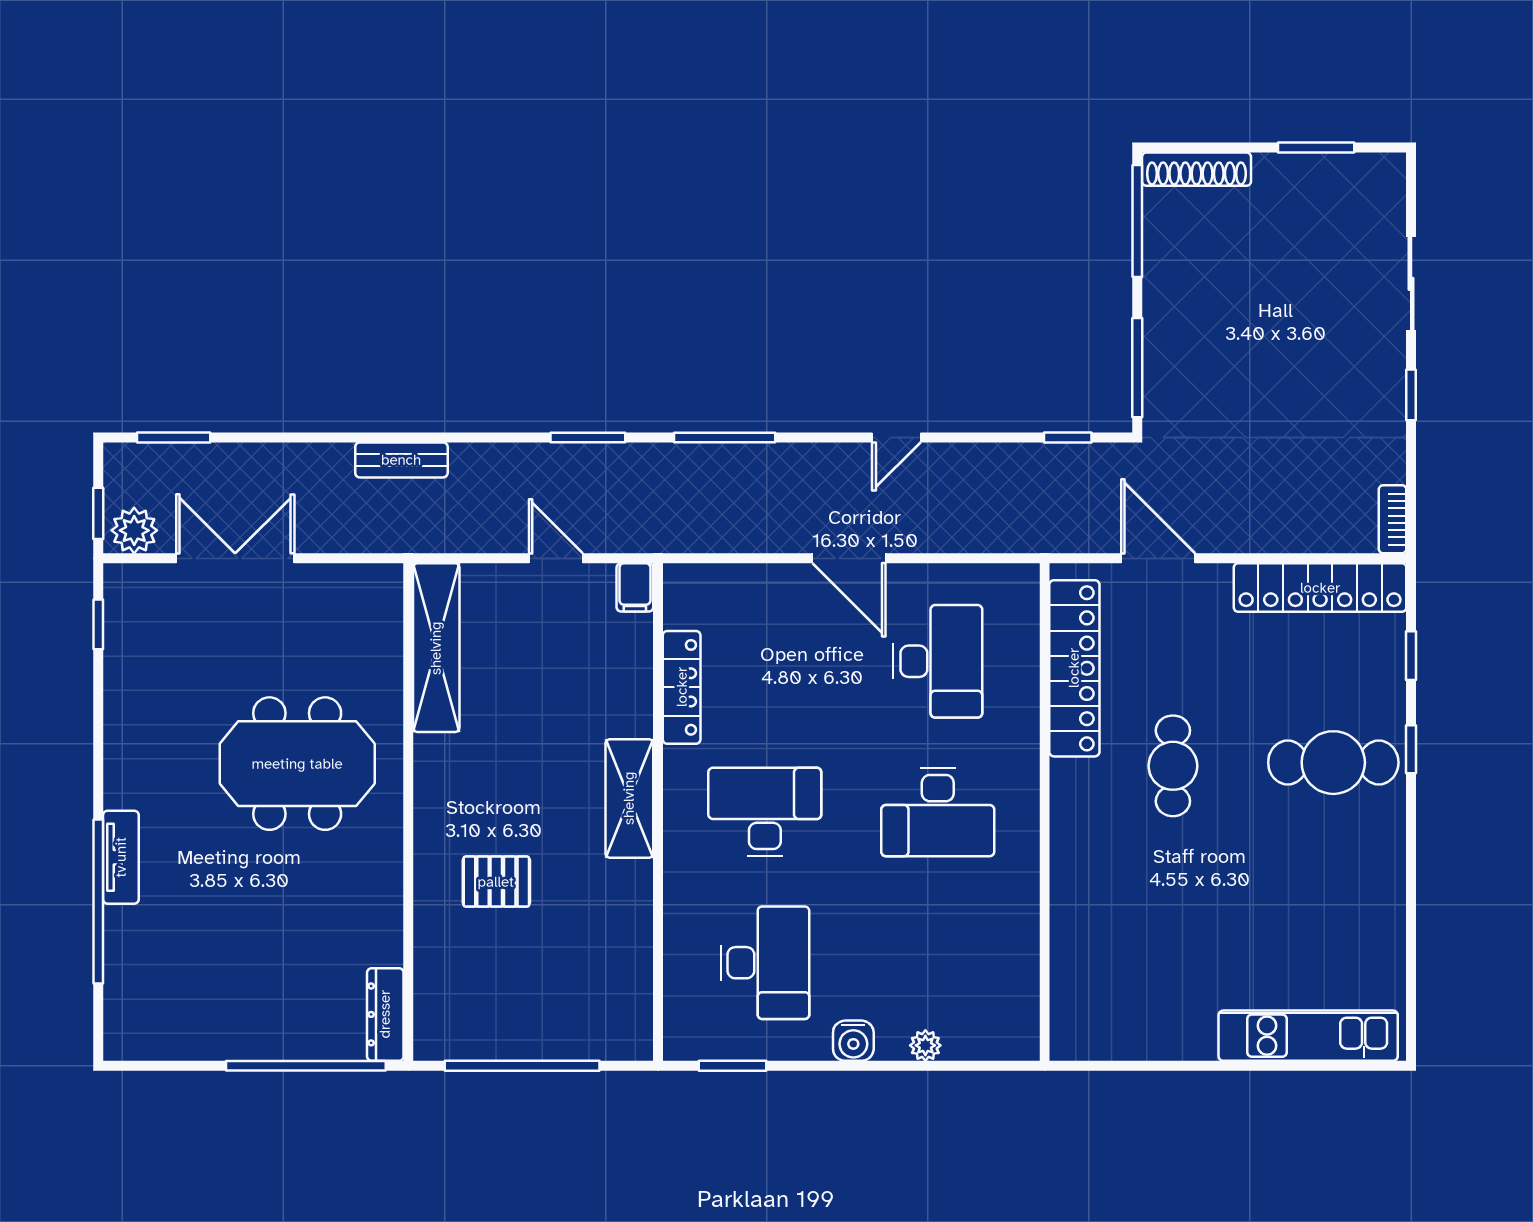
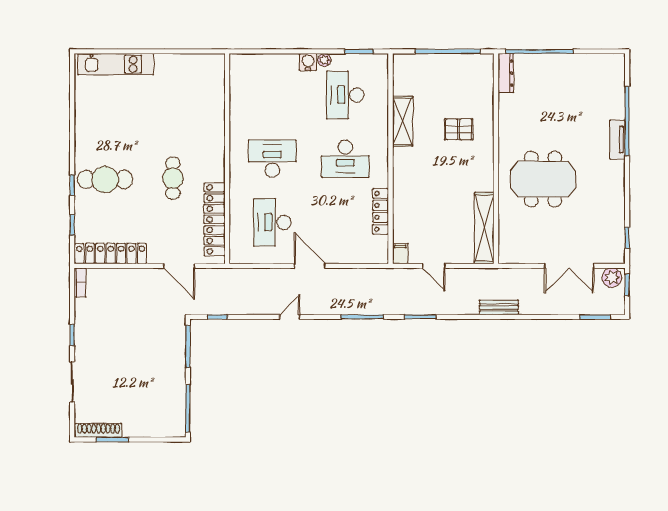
shoe rack: (1196, 169) -> (99, 430), moved
shelving: (629, 798) -> (403, 121), moved
plant: (925, 1045) -> (324, 60), moved

